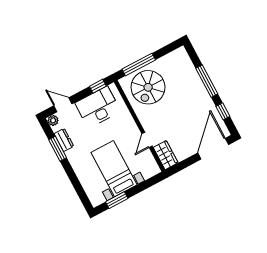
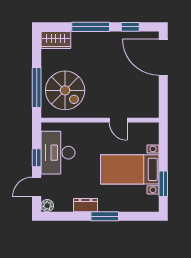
window: (98, 86) -> (37, 158), moved
dresser: (64, 140) -> (86, 205), moved
window: (58, 149) -> (105, 216), moved
wardrobe: (166, 155) -> (56, 40), moved, turned 180

